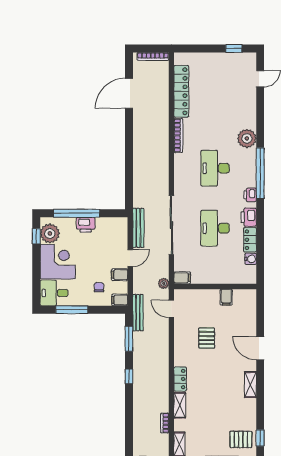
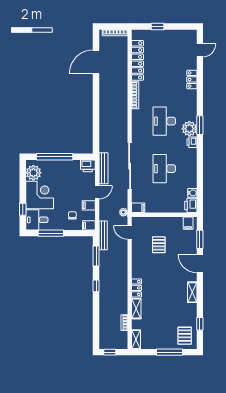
window: (234, 49) -> (158, 26), moved
plant: (247, 138) -> (189, 129), moved
window: (260, 173) -> (200, 125), width x0.47
printer: (249, 217) -> (191, 205), moved
printer: (86, 225) -> (88, 166), moved
window: (36, 236) -> (23, 209), moved
locker: (250, 240) -> (192, 79), moved
filing cabinet: (226, 297) -> (188, 223), moved
window: (260, 318) -> (200, 239), added
pallet: (207, 338) -> (159, 245), moved
window: (260, 438) -> (200, 324), moved
pallet: (241, 439) -> (185, 336), turned 90

